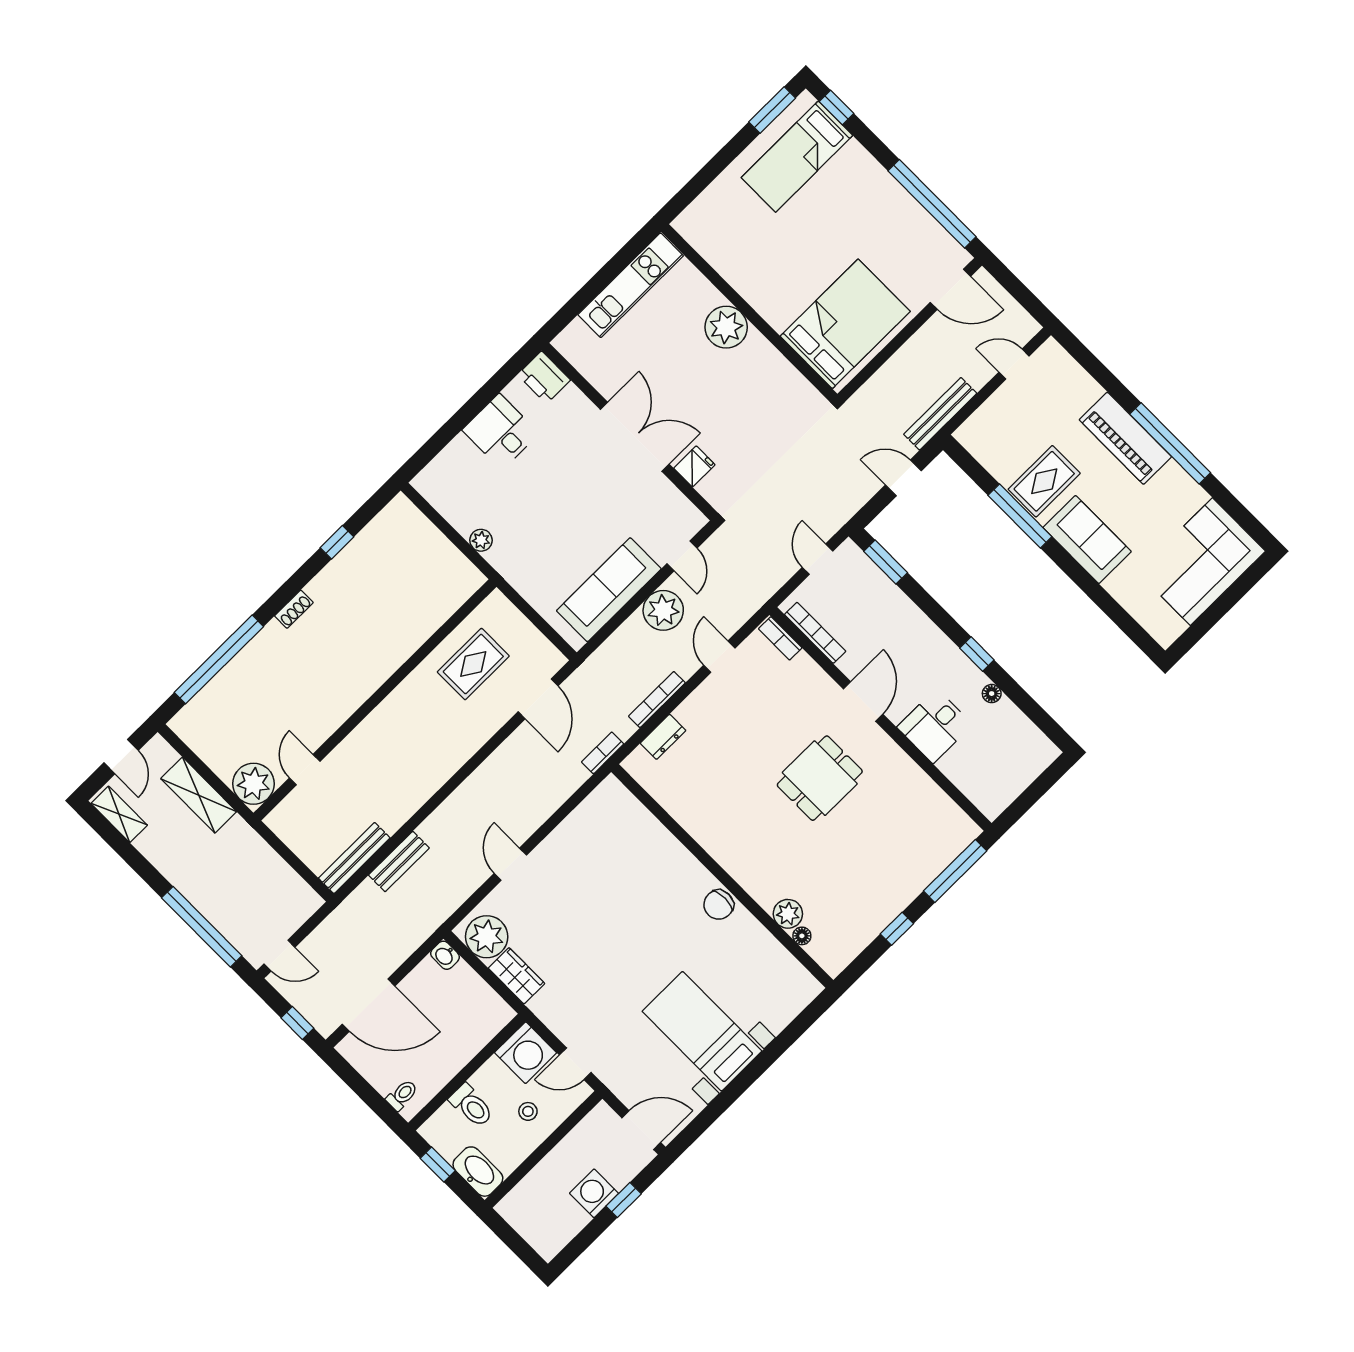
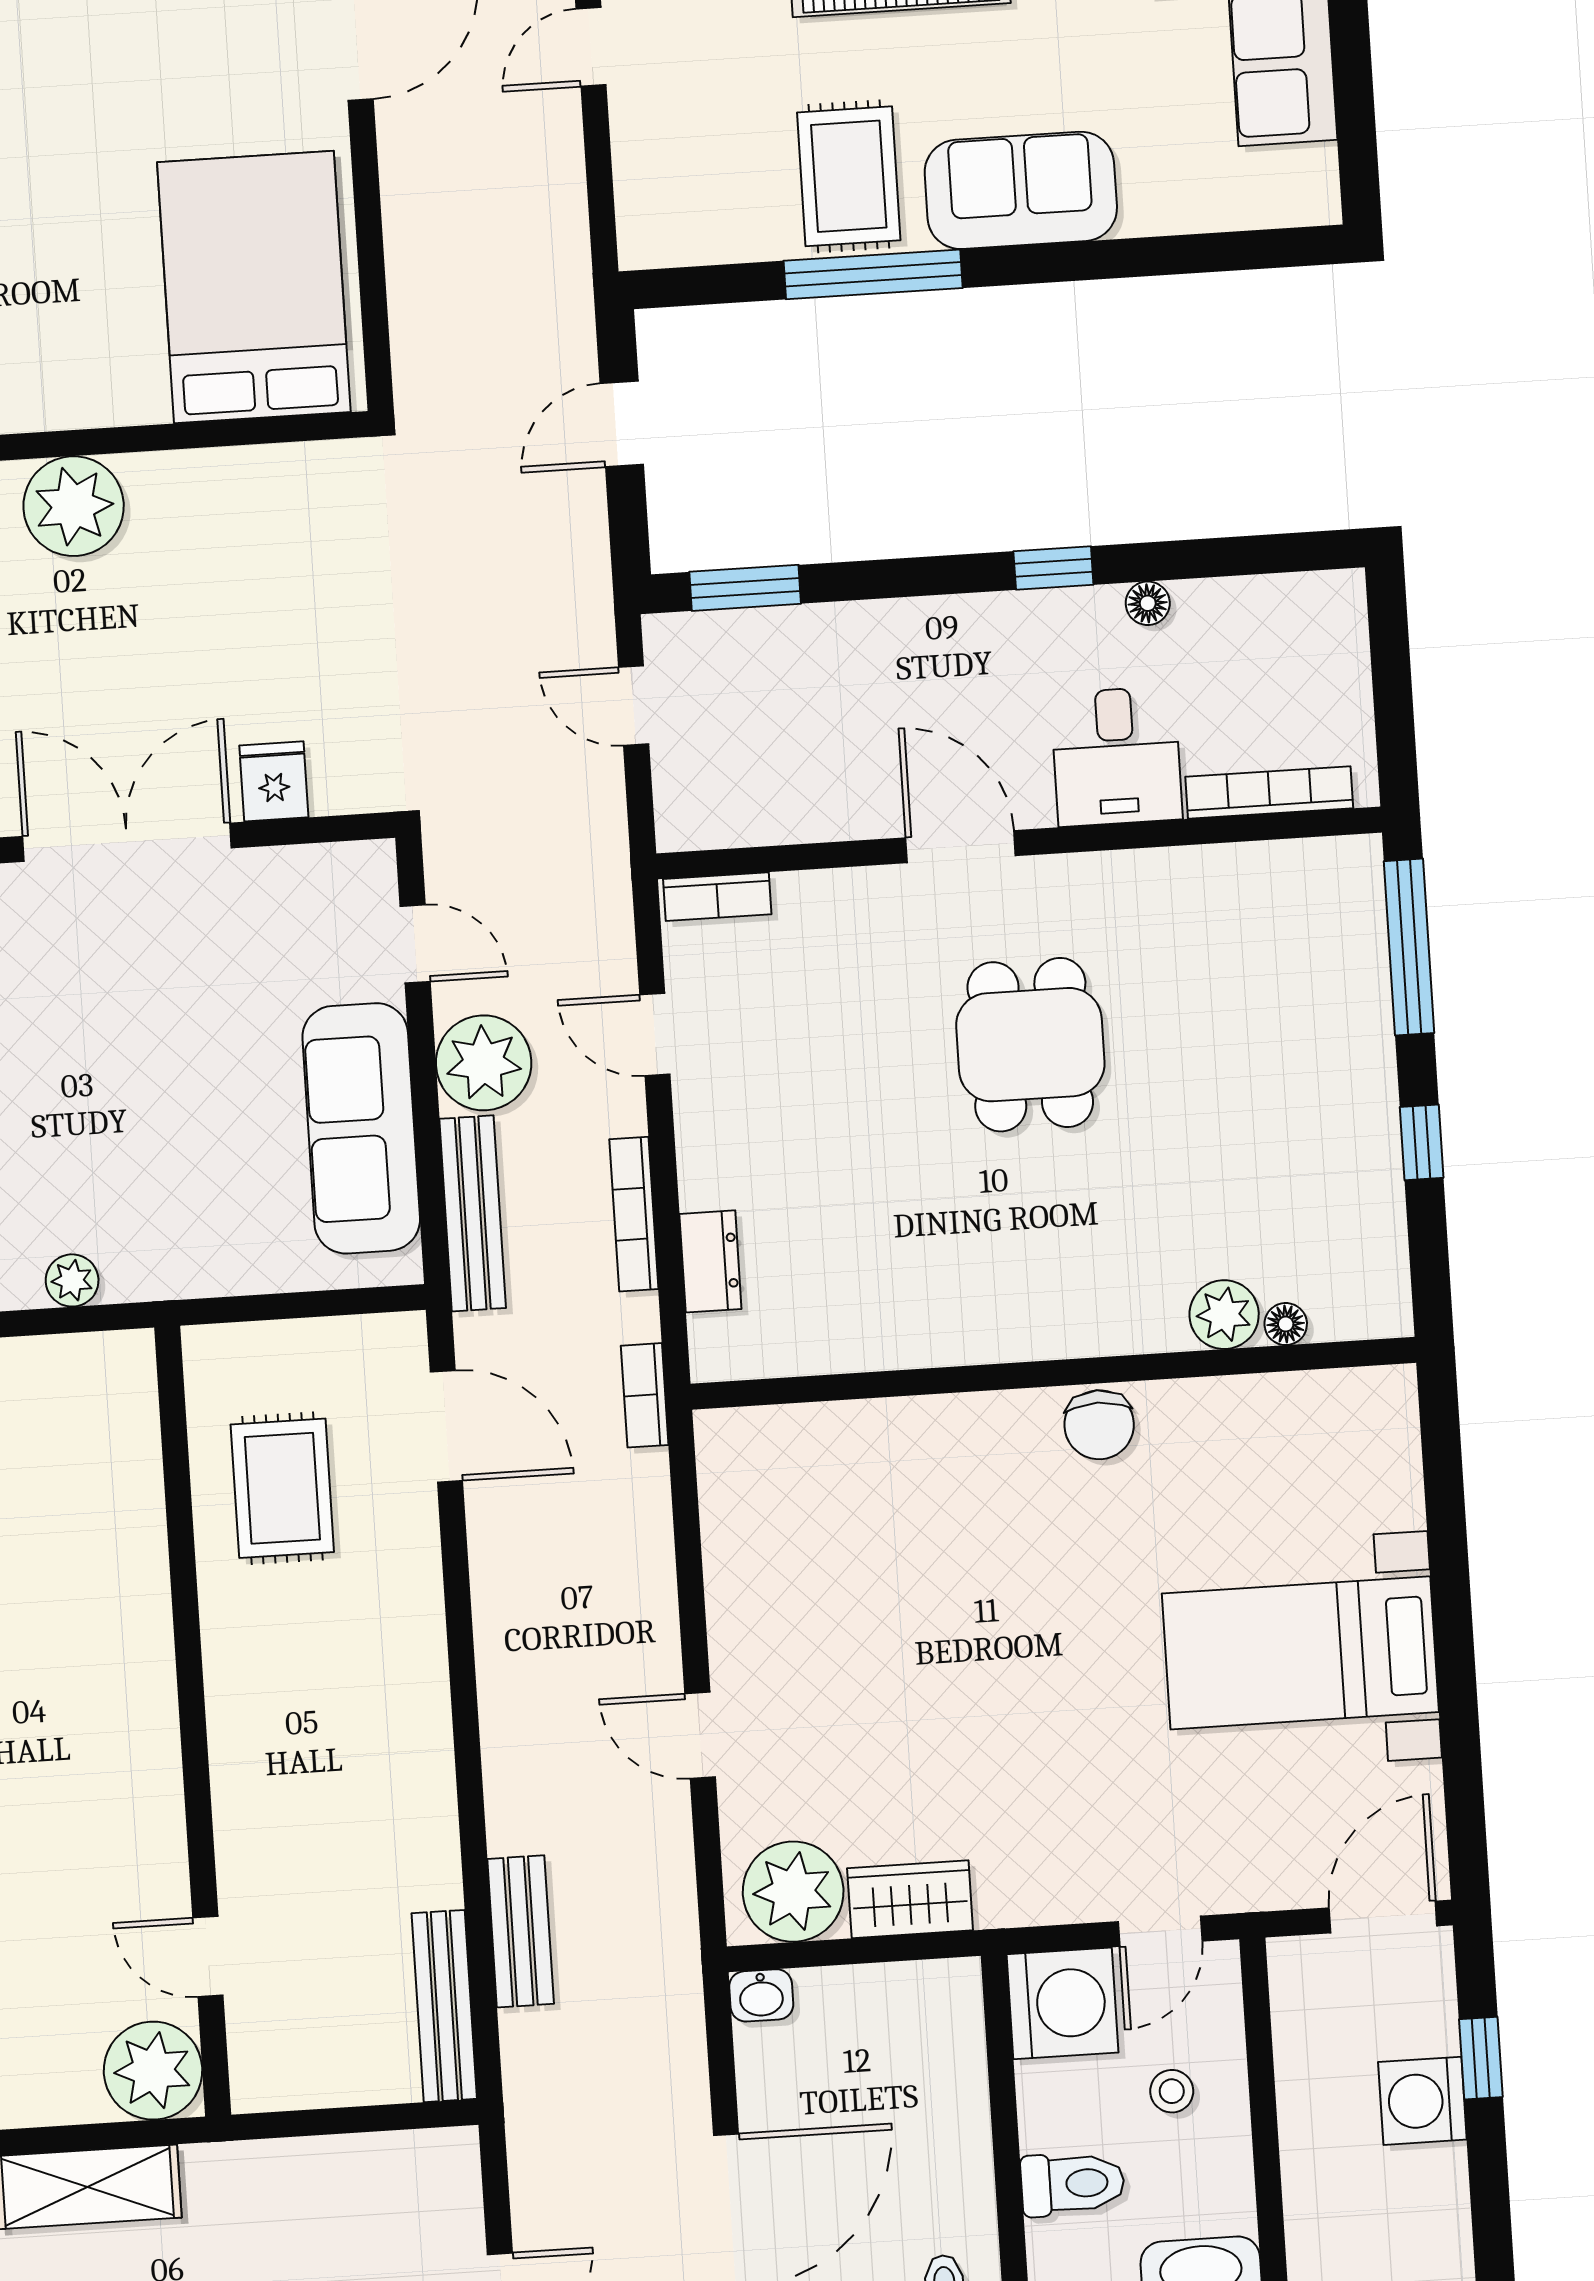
bench: (940, 414) -> (473, 1213), moved
bookcase: (815, 633) -> (1269, 793), moved

